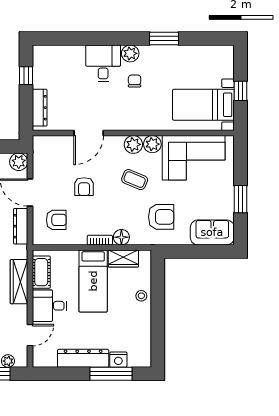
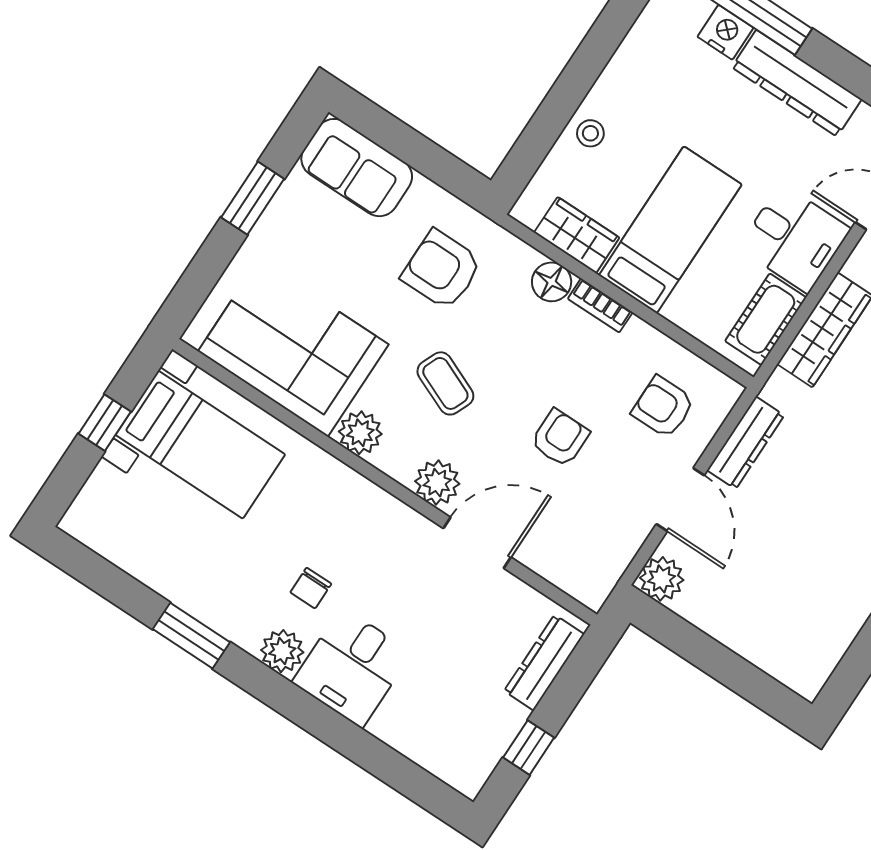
plant: (133, 144) -> (437, 483), moved

